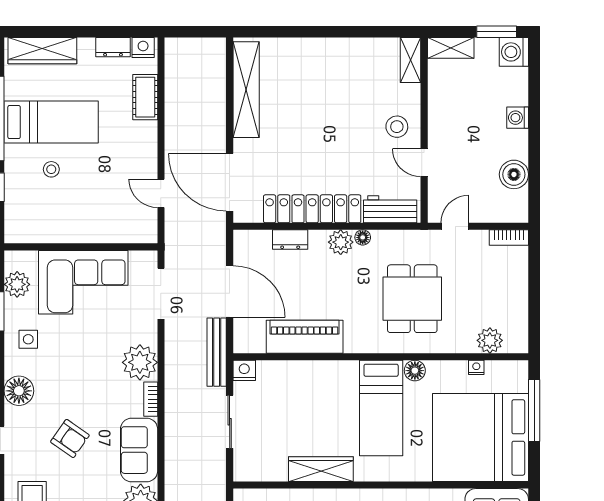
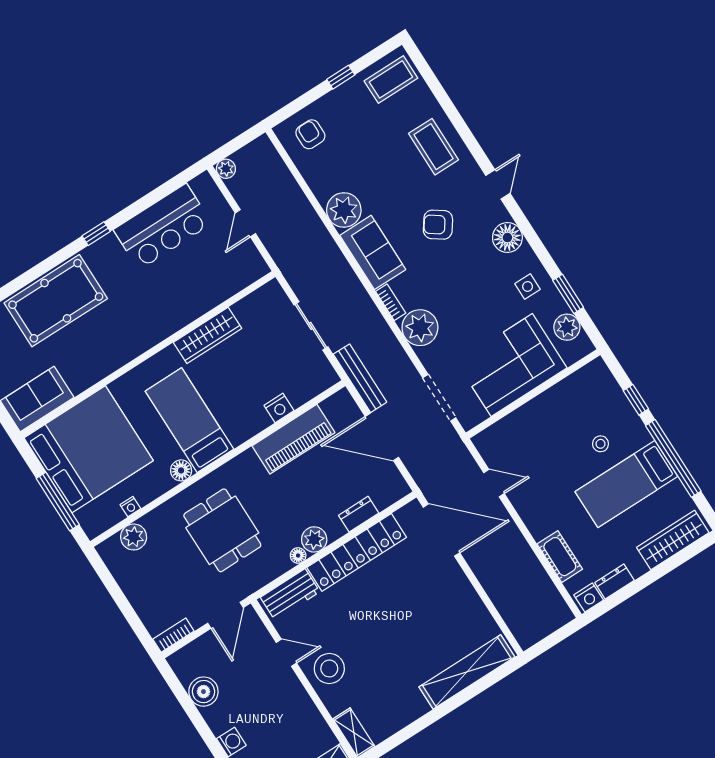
shelving: (246, 90) -> (467, 672), moved, turned 90
stool: (397, 127) -> (329, 668), width x1.38, depth x1.38
door: (455, 226) -> (225, 615), width x1.38
nightstand: (244, 370) -> (279, 408), moved

